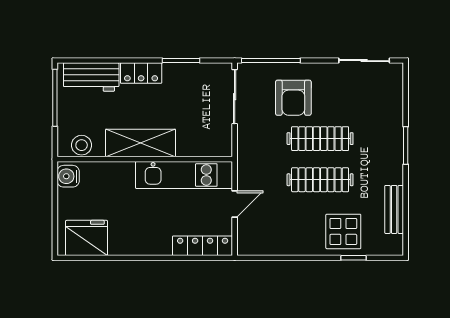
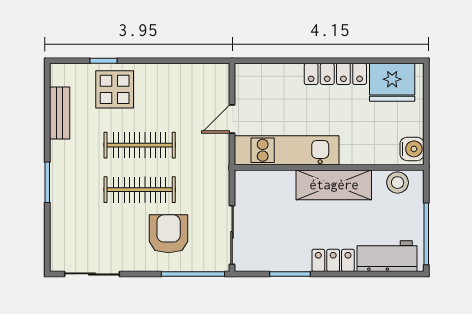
locker: (203, 246) -> (335, 74), moved

